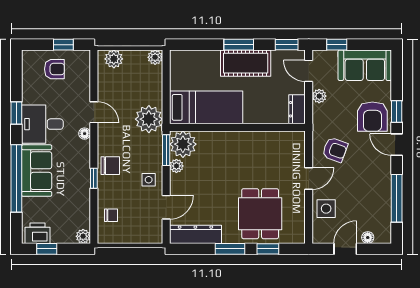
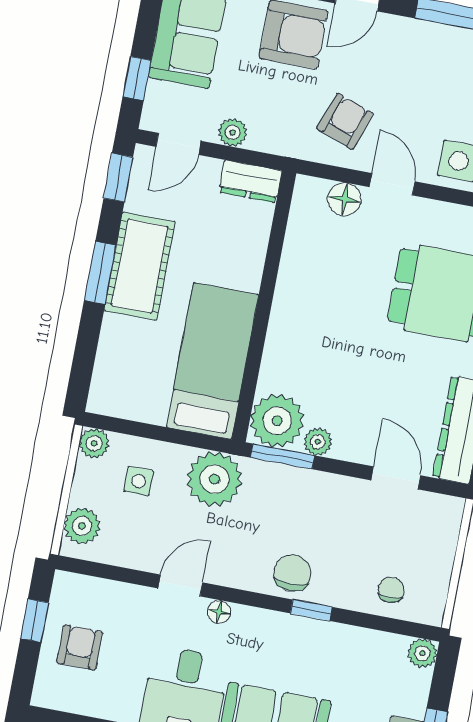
floor lamp: (297, 157) -> (344, 199), added
side table: (149, 180) -> (139, 481), moved

